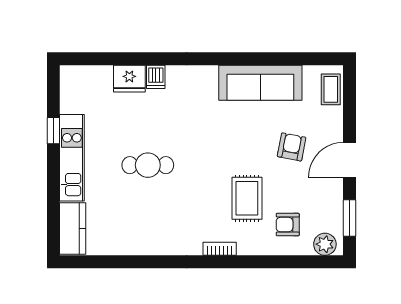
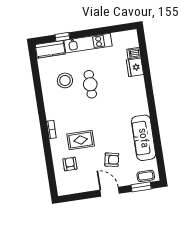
dishwasher: (156, 77) -> (134, 53), moved
window: (53, 131) -> (62, 37), moved
stool: (134, 210) -> (65, 80), added
window: (349, 218) -> (141, 187), moved
plant: (325, 244) -> (62, 185), removed

